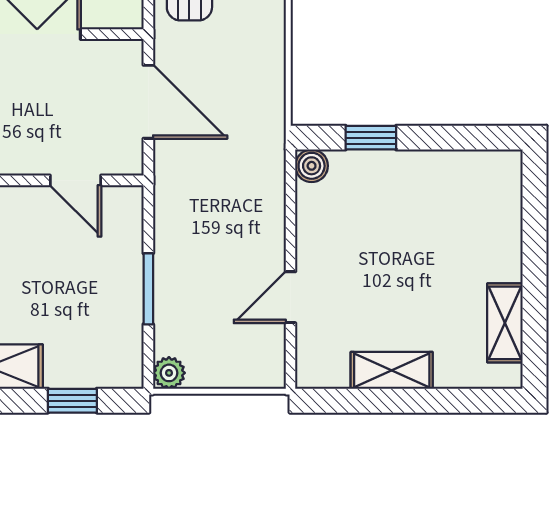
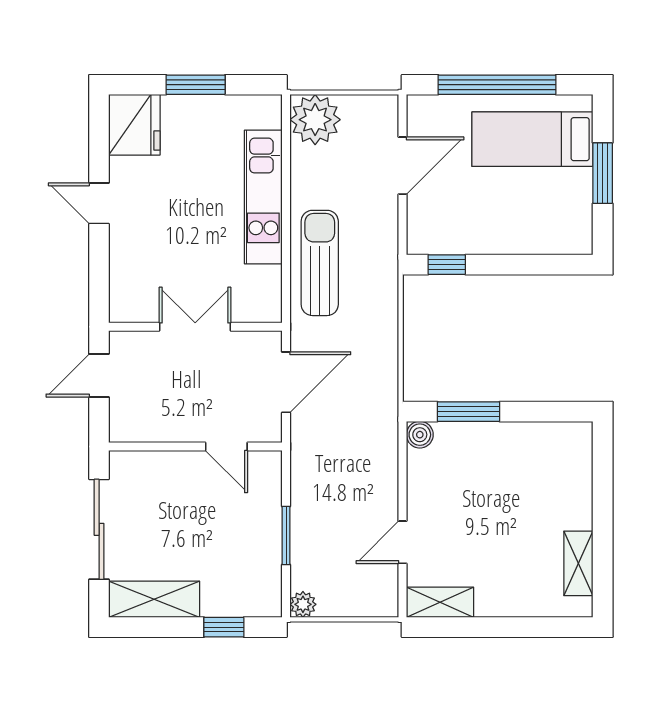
door: (148, 102) -> (286, 382), hinge flipped
window: (371, 138) -> (468, 412), width x1.50
shelving: (392, 370) -> (440, 602), moved

